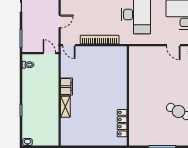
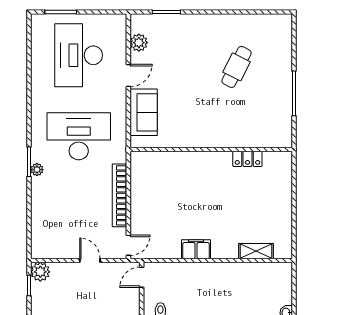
sofa: (151, 54) -> (144, 112), added
shelving: (65, 107) -> (256, 251), moved
locker: (122, 123) -> (247, 159), width x0.66

